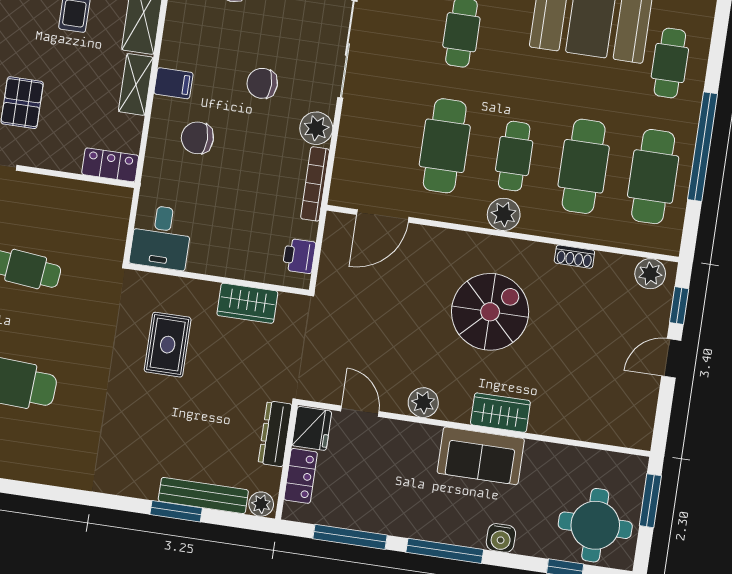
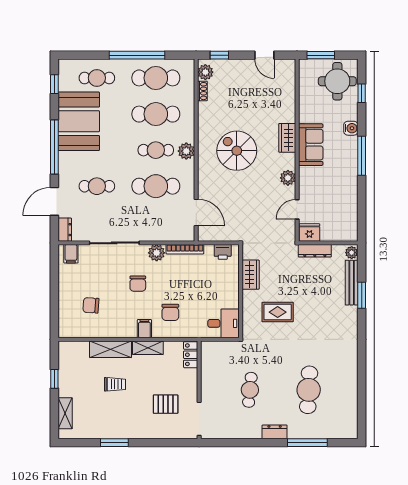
shoe rack: (574, 257) -> (202, 91), moved
door: (671, 358) -> (264, 55), moved
locker: (301, 476) -> (334, 235), removed
window: (350, 537) -> (362, 205), removed

